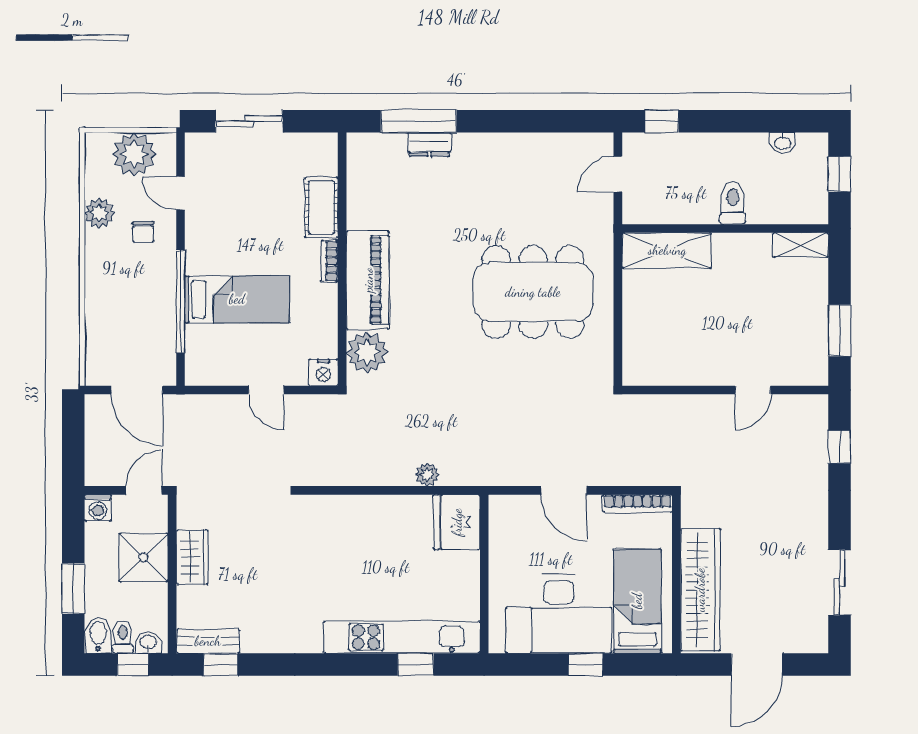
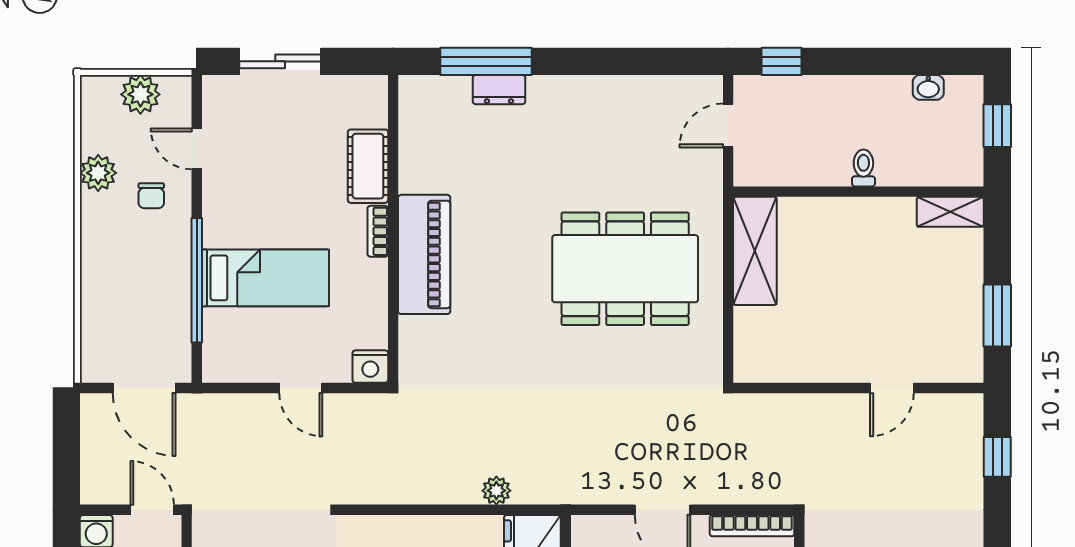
plant: (134, 154) -> (140, 94), width x0.73, depth x0.73
toilet: (733, 203) -> (863, 168), width x0.73, depth x0.72
shelving: (667, 250) -> (755, 251), moved, turned 90
plant: (367, 352) -> (423, 342), removed
door: (144, 490) -> (152, 510), hinge flipped

